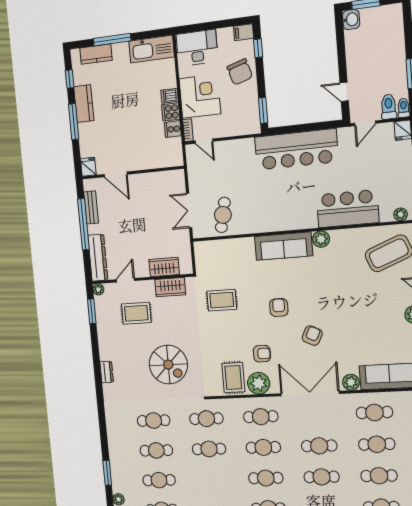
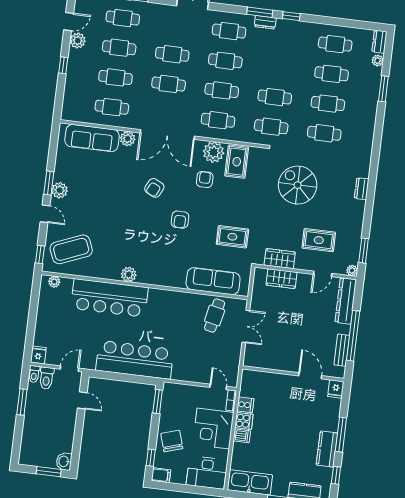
bar counter: (348, 209) -> (109, 298), width x1.36
sofa: (284, 246) -> (213, 281), moved
armchair: (262, 354) -> (205, 179), turned 90

